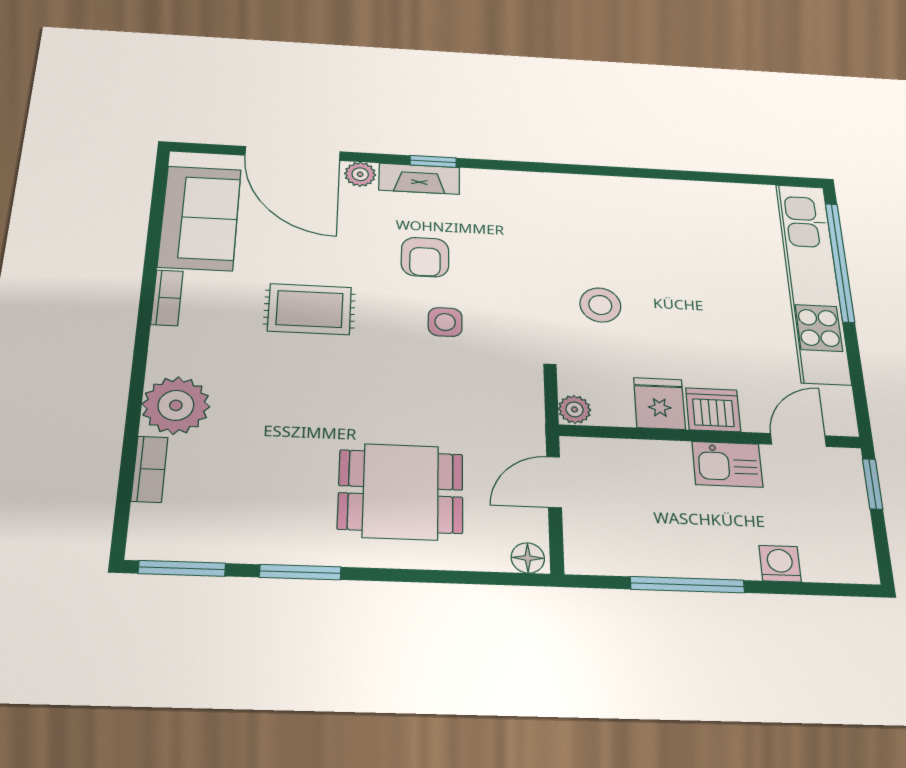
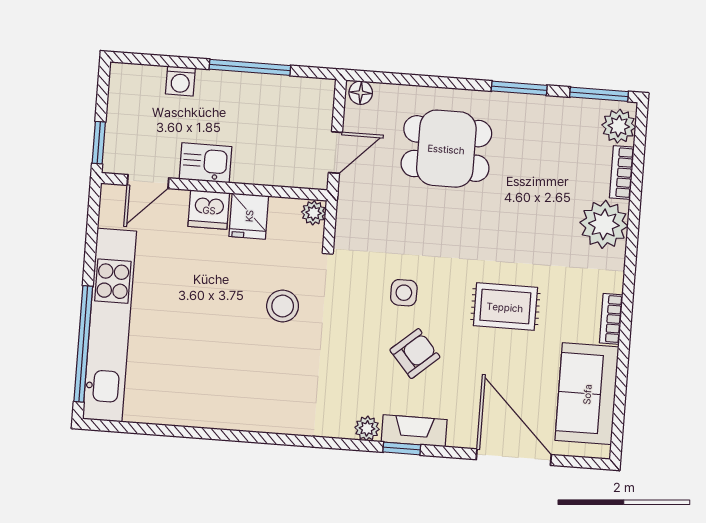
plant: (360, 174) -> (367, 428), moved
armchair: (425, 257) -> (415, 354), turned 49
plant: (153, 528) -> (619, 126), added

